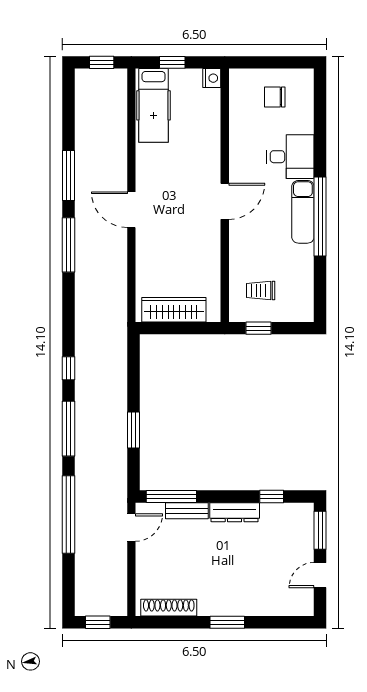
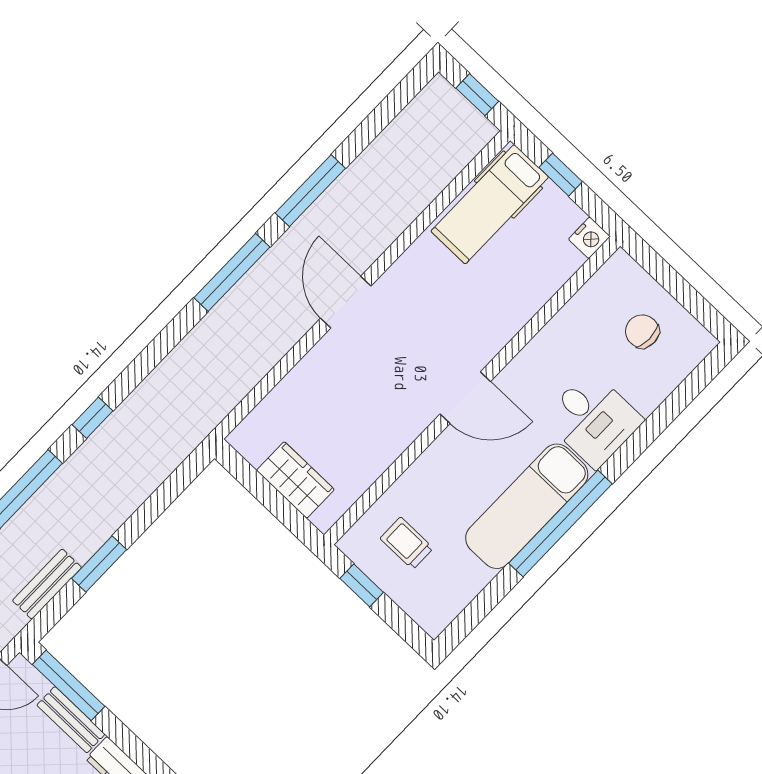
exam couch: (303, 212) -> (527, 506), width x1.36, depth x1.45
wardrobe: (174, 310) -> (295, 480), width x0.67
bench: (119, 461) -> (47, 584), added

